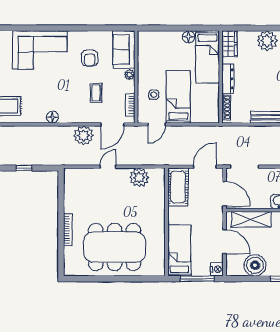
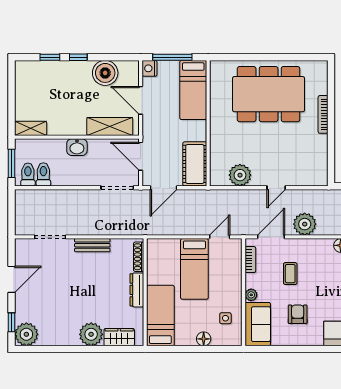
floor lamp: (189, 37) -> (204, 339), moved
wardrobe: (229, 44) -> (119, 337), moved, turned 90
side table: (154, 95) -> (225, 318), moved

